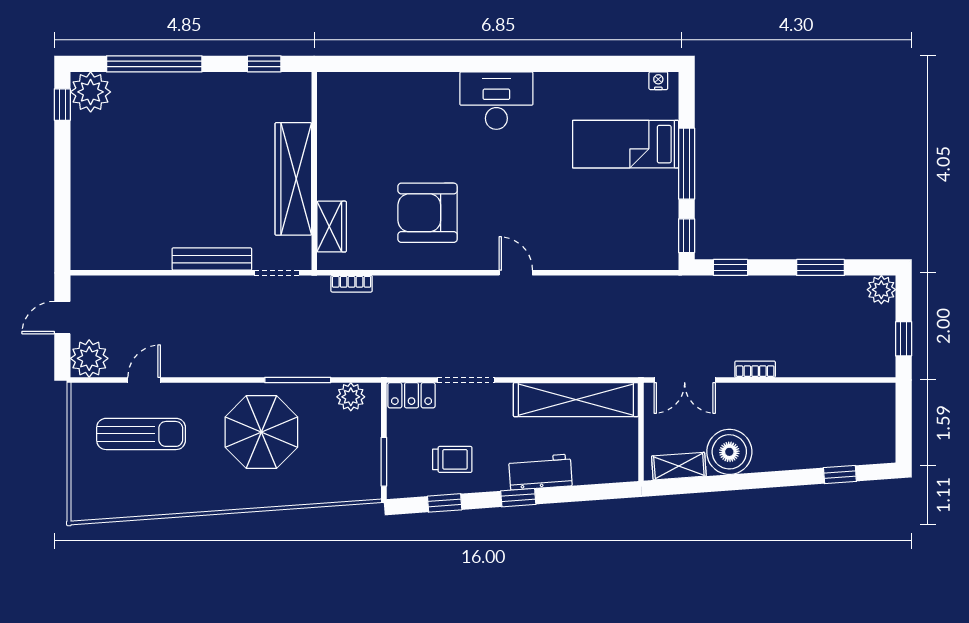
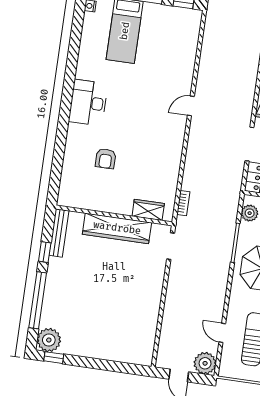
window: (264, 64) -> (45, 252), moved
armchair: (428, 213) -> (106, 159), moved, width x0.53, depth x0.53
bench: (212, 259) -> (59, 233), moved

